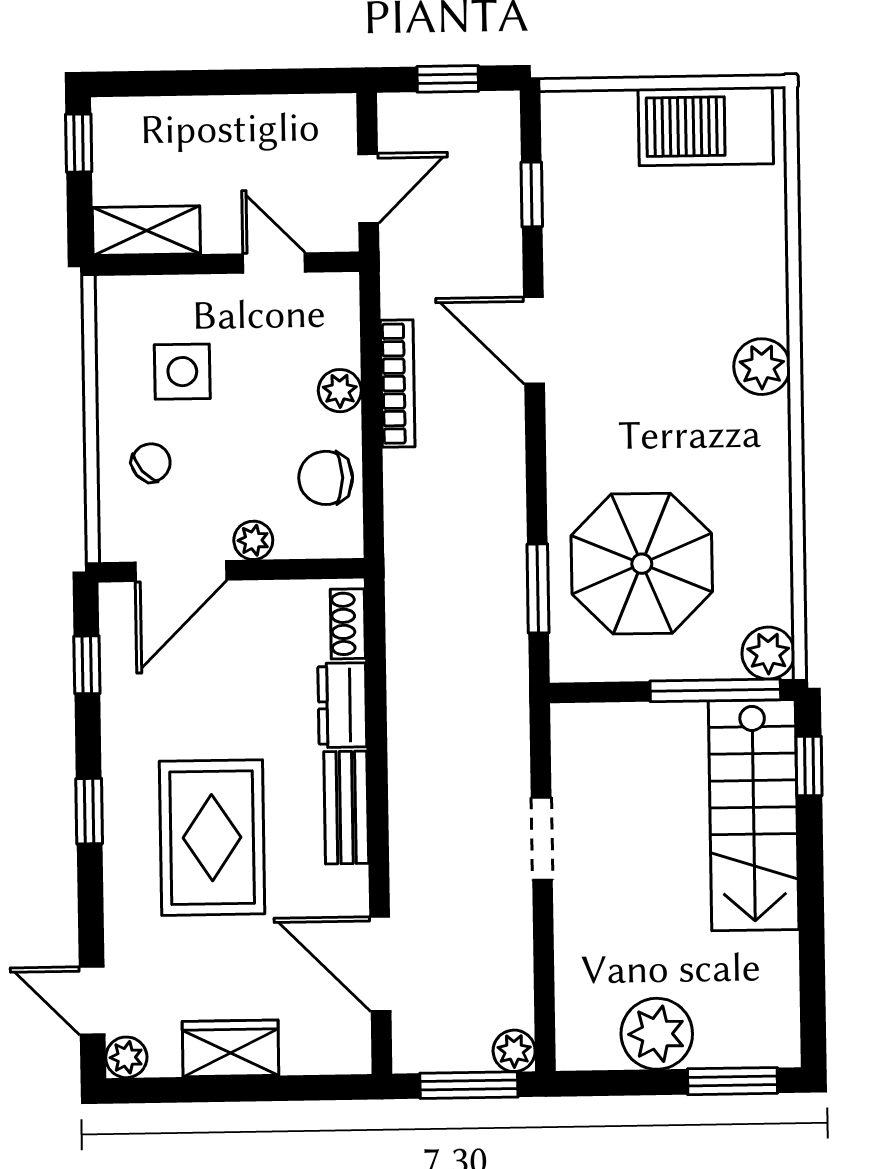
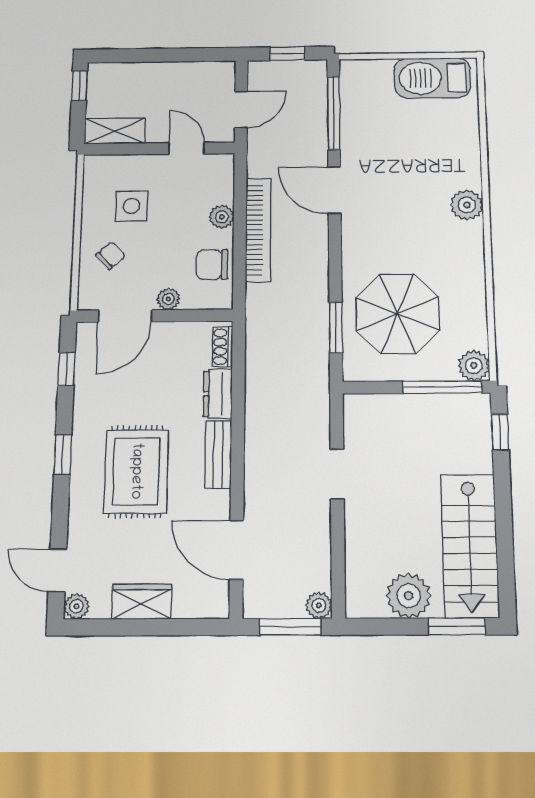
window: (532, 194) -> (334, 113), width x2.17
bookcase: (398, 384) -> (258, 230), width x1.48, depth x1.31
stairs: (754, 815) -> (470, 546), moved

